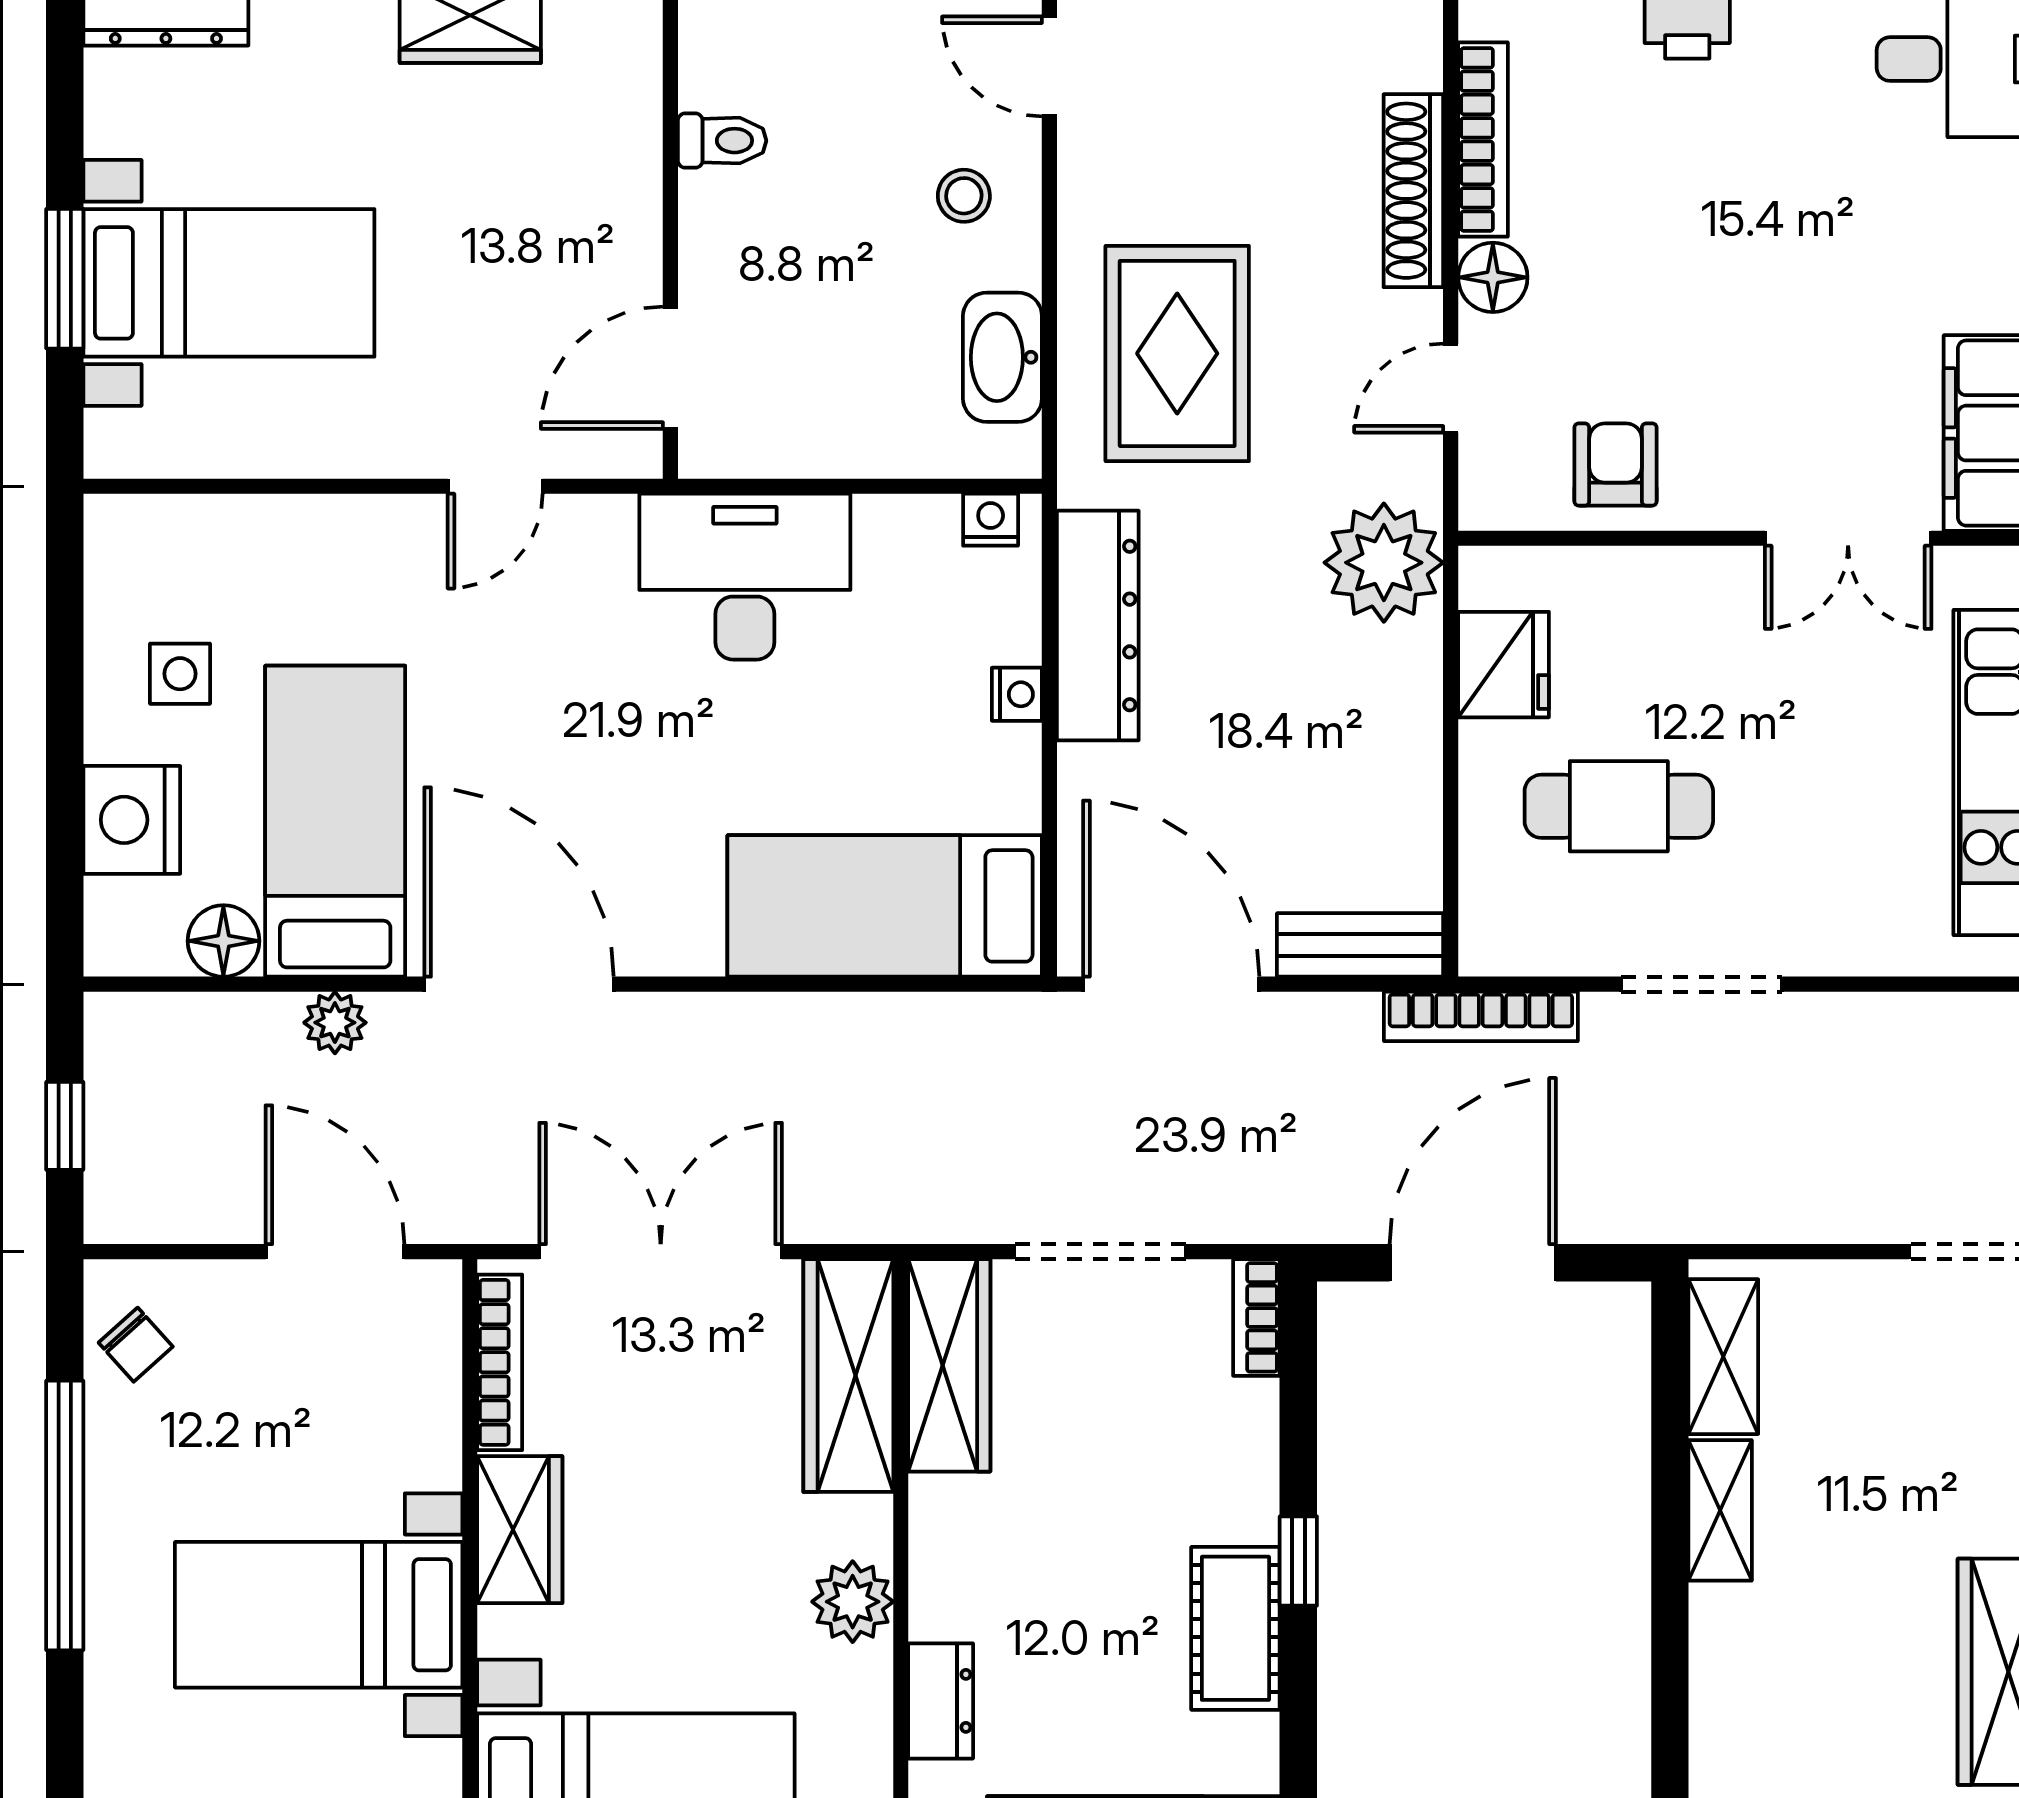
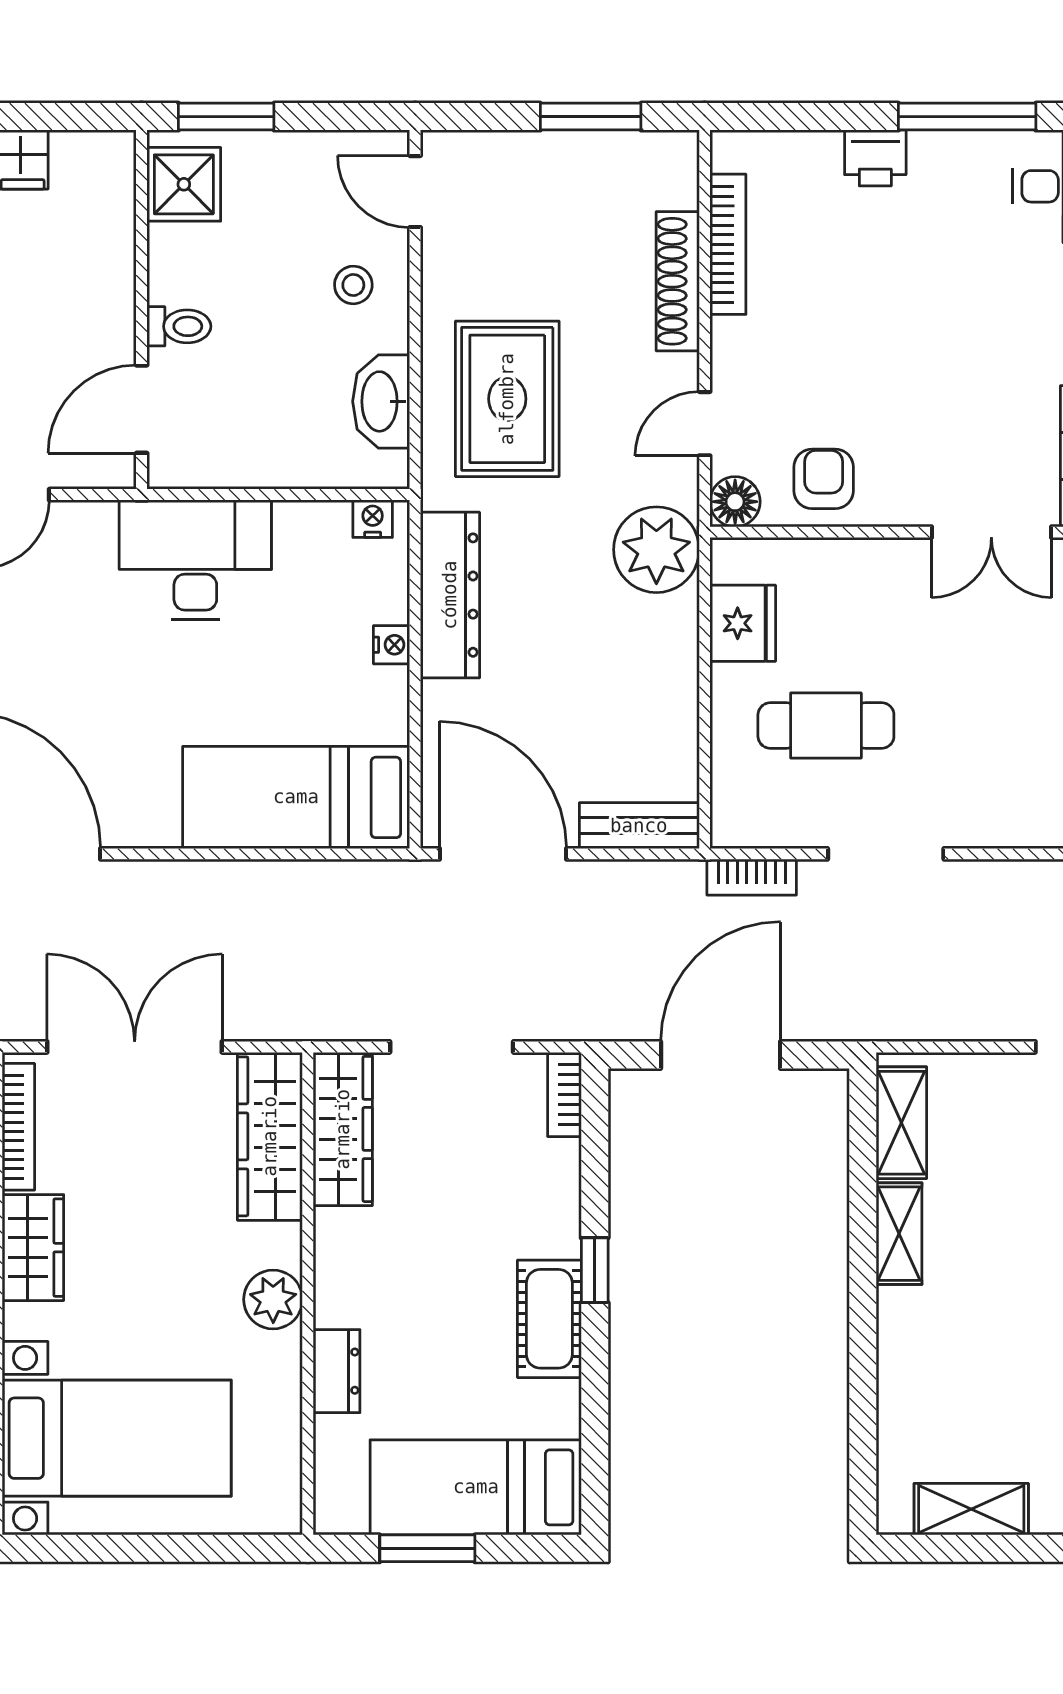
shower: (729, 56) -> (184, 184), added
toilet: (722, 141) -> (179, 326), moved
floor lamp: (1493, 277) -> (735, 502), moved
bookcase: (1481, 1016) -> (752, 877), width x0.64

